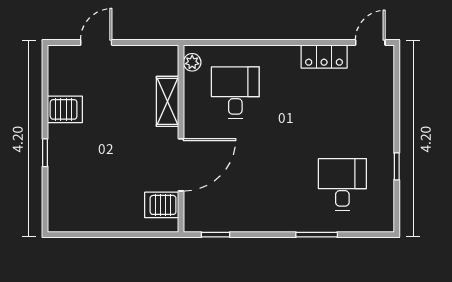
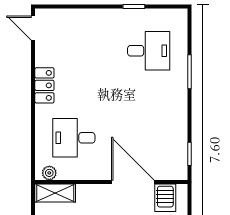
locker: (324, 56) -> (44, 85), moved
shelving: (167, 101) -> (55, 193), moved
desk: (342, 185) -> (149, 51), turned 180

